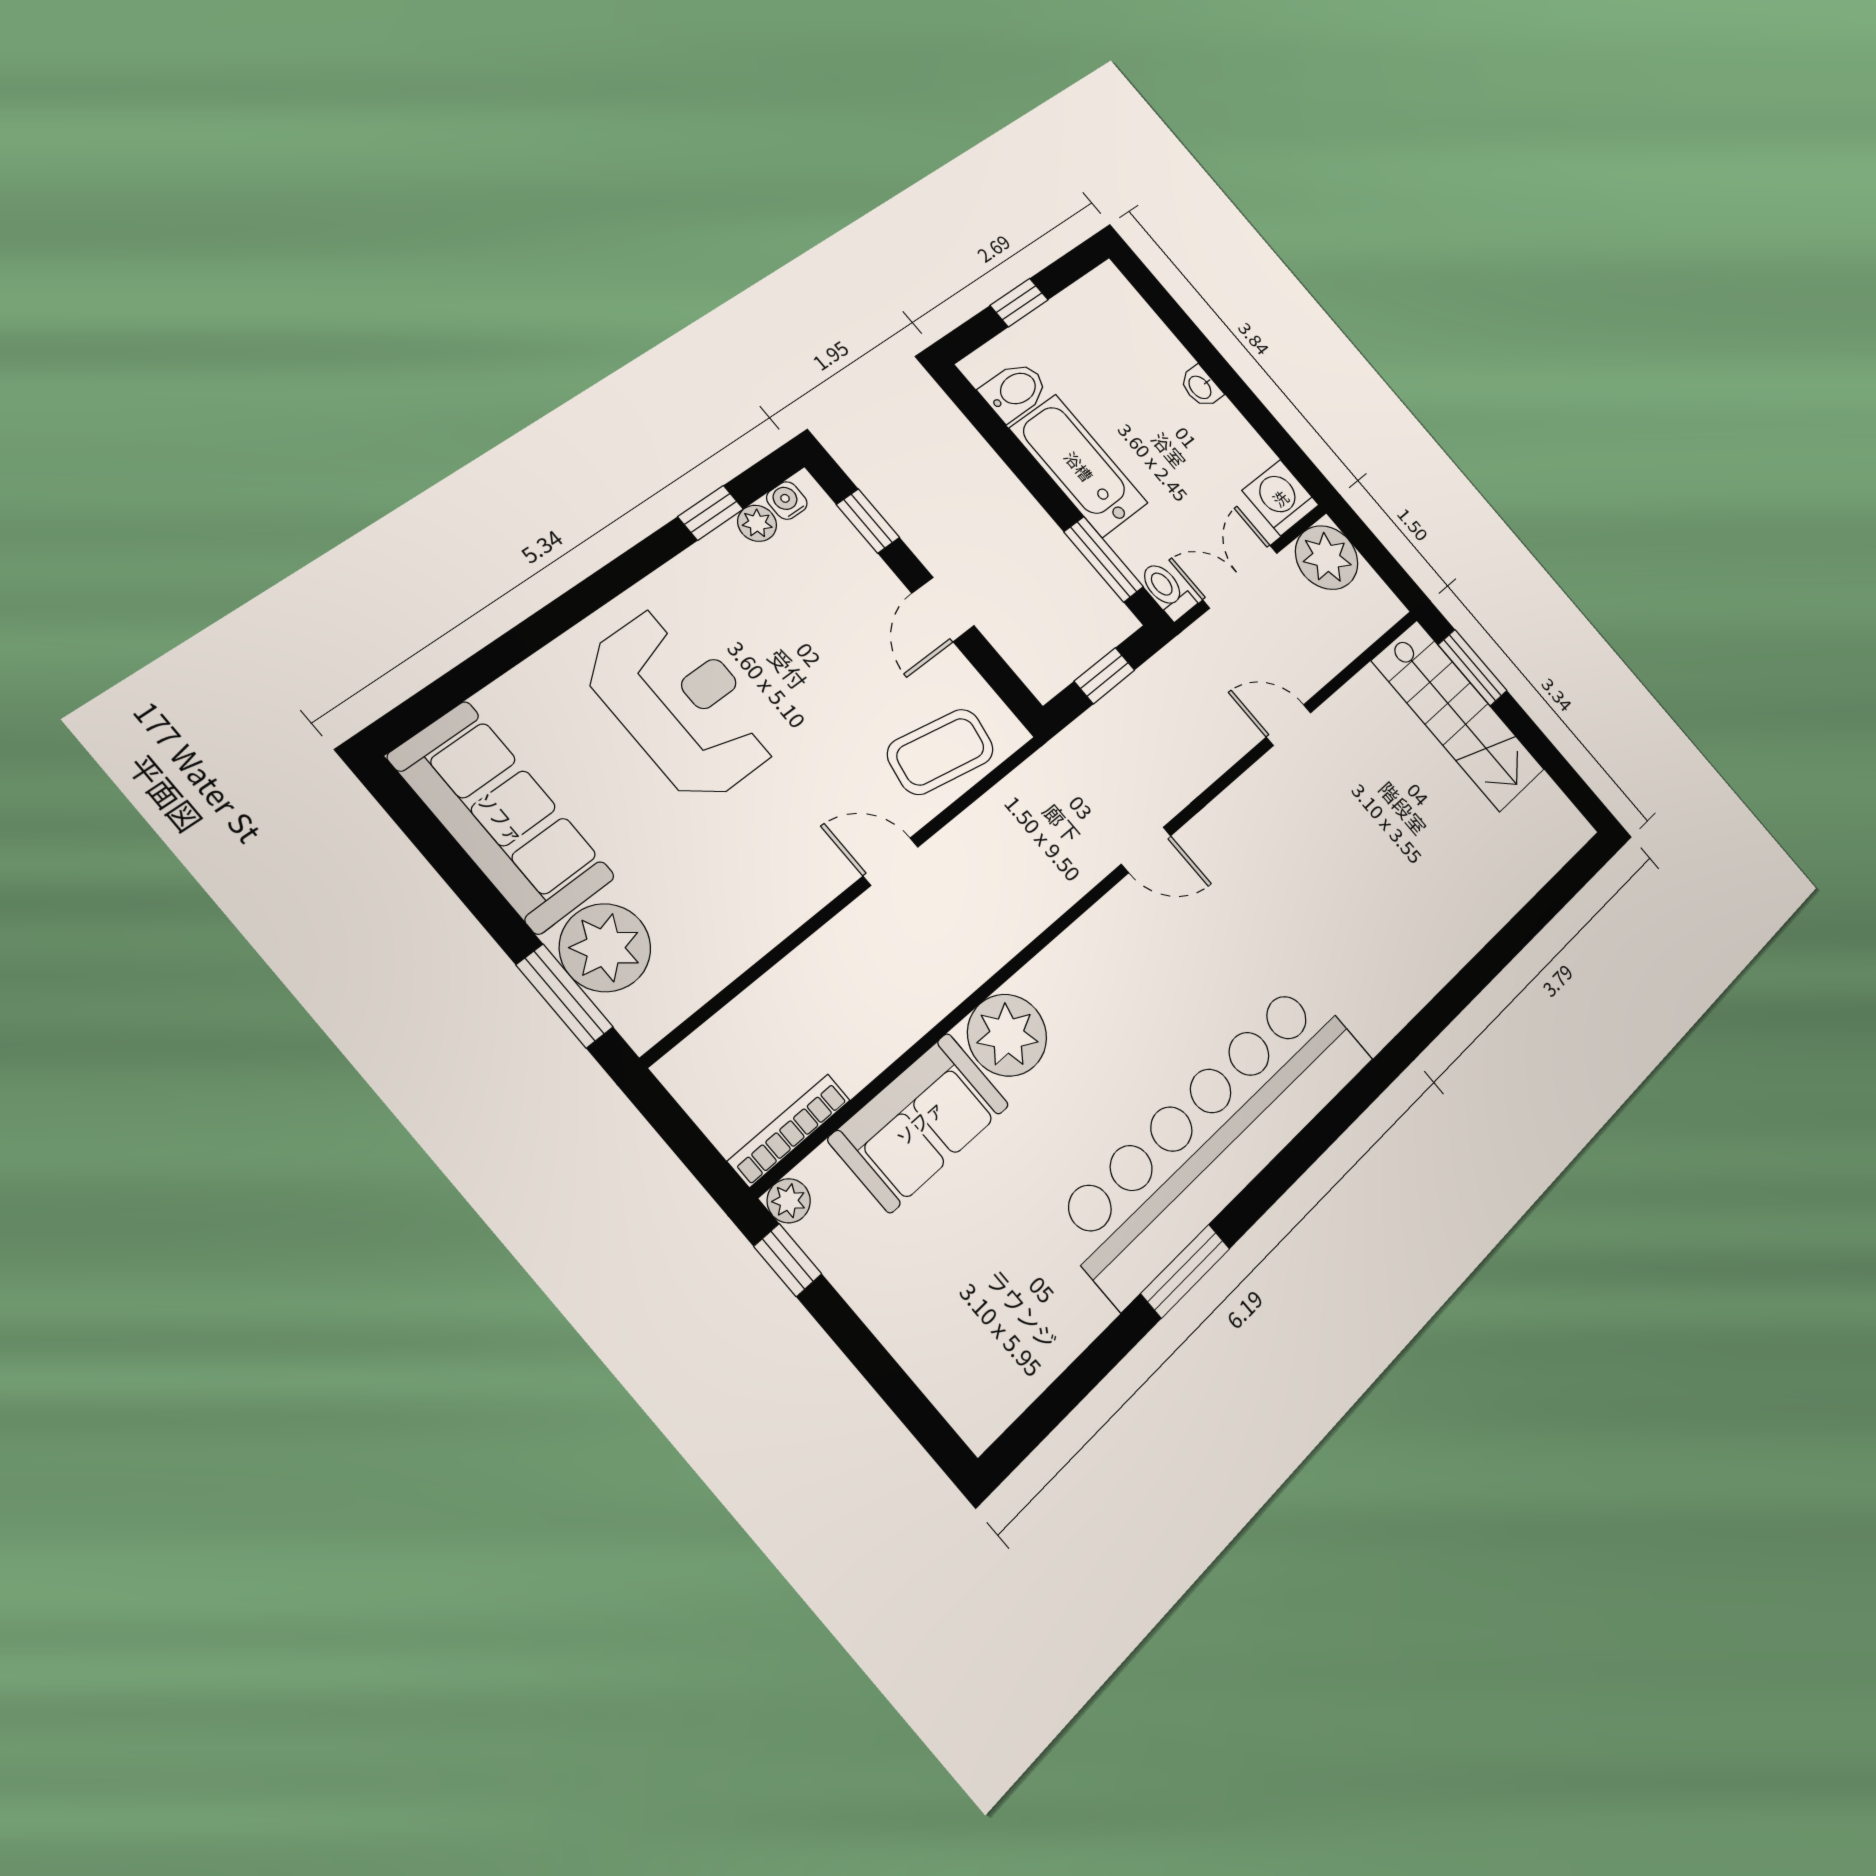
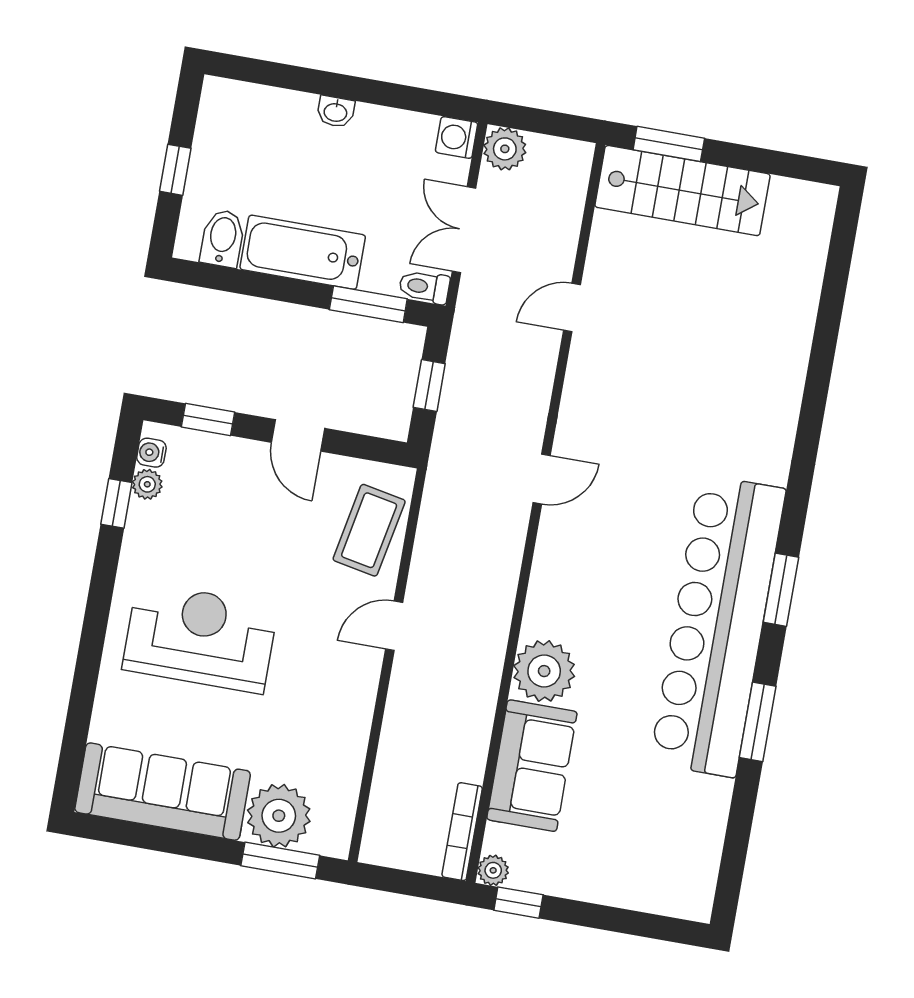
washing machine: (1280, 498) -> (457, 137), width x0.73, depth x0.73
plant: (1327, 557) -> (505, 149), width x0.73, depth x0.73
window: (1301, 1153) -> (781, 590), added

